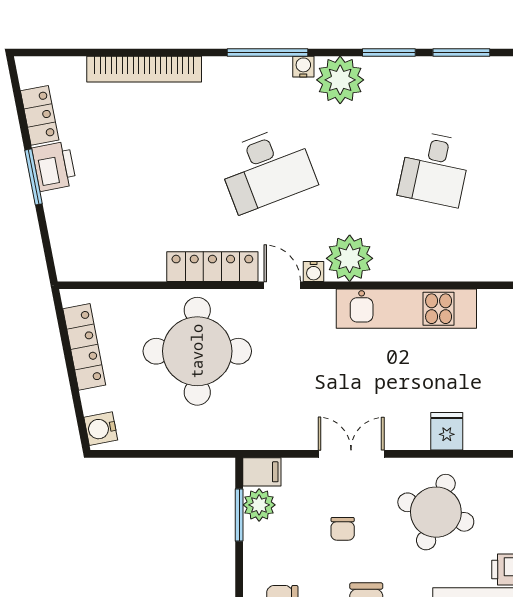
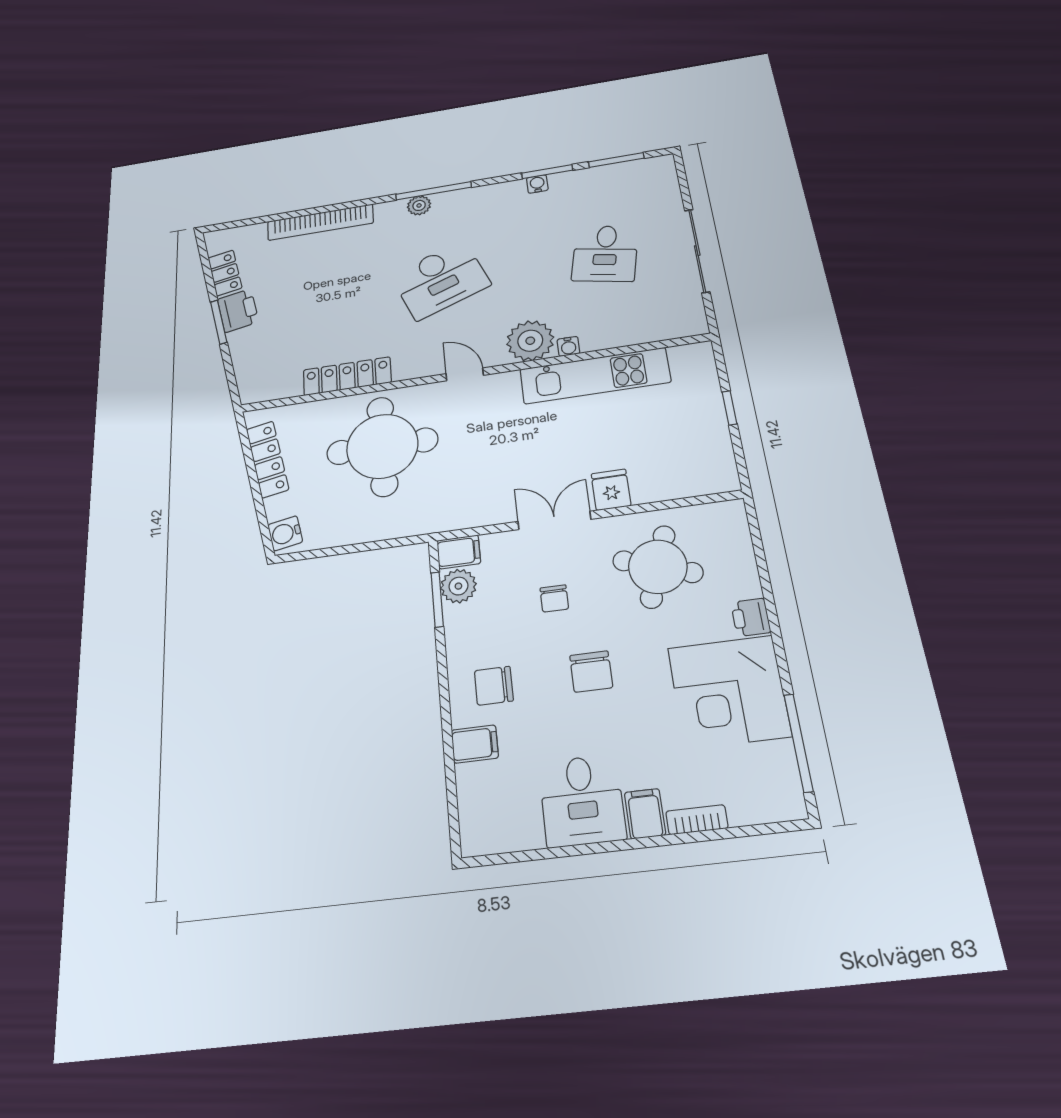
water cooler: (303, 67) -> (537, 184), moved
plant: (340, 80) -> (419, 205), moved, width x0.53, depth x0.53
locker: (212, 267) -> (347, 376), moved
water cooler: (314, 272) -> (568, 346), moved
fridge: (447, 431) -> (611, 490), moved

